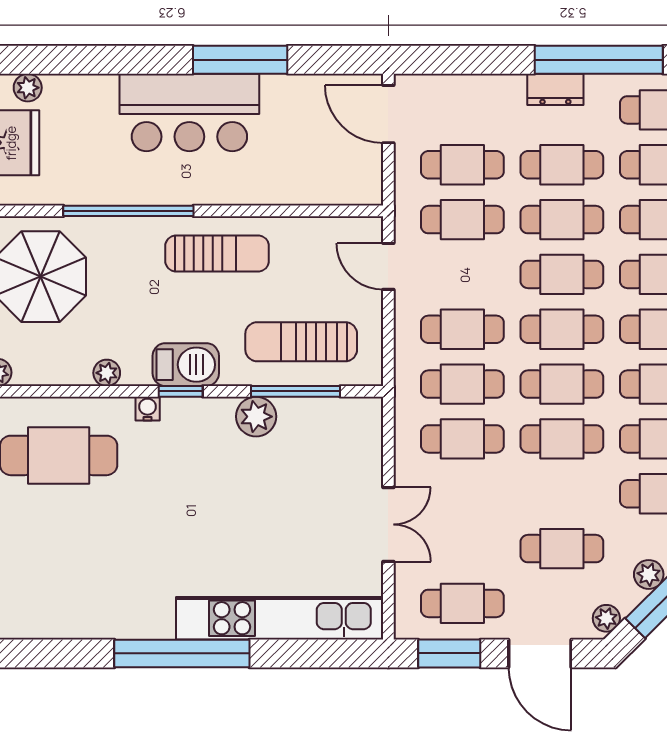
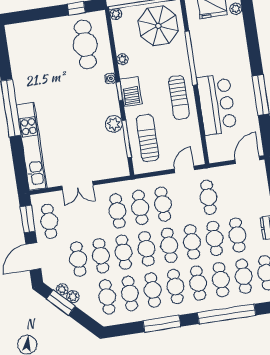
bar counter: (189, 113) -> (217, 104), moved, turned 180
cafe table: (462, 165) -> (101, 256), moved
plant: (606, 618) -> (62, 289), moved

